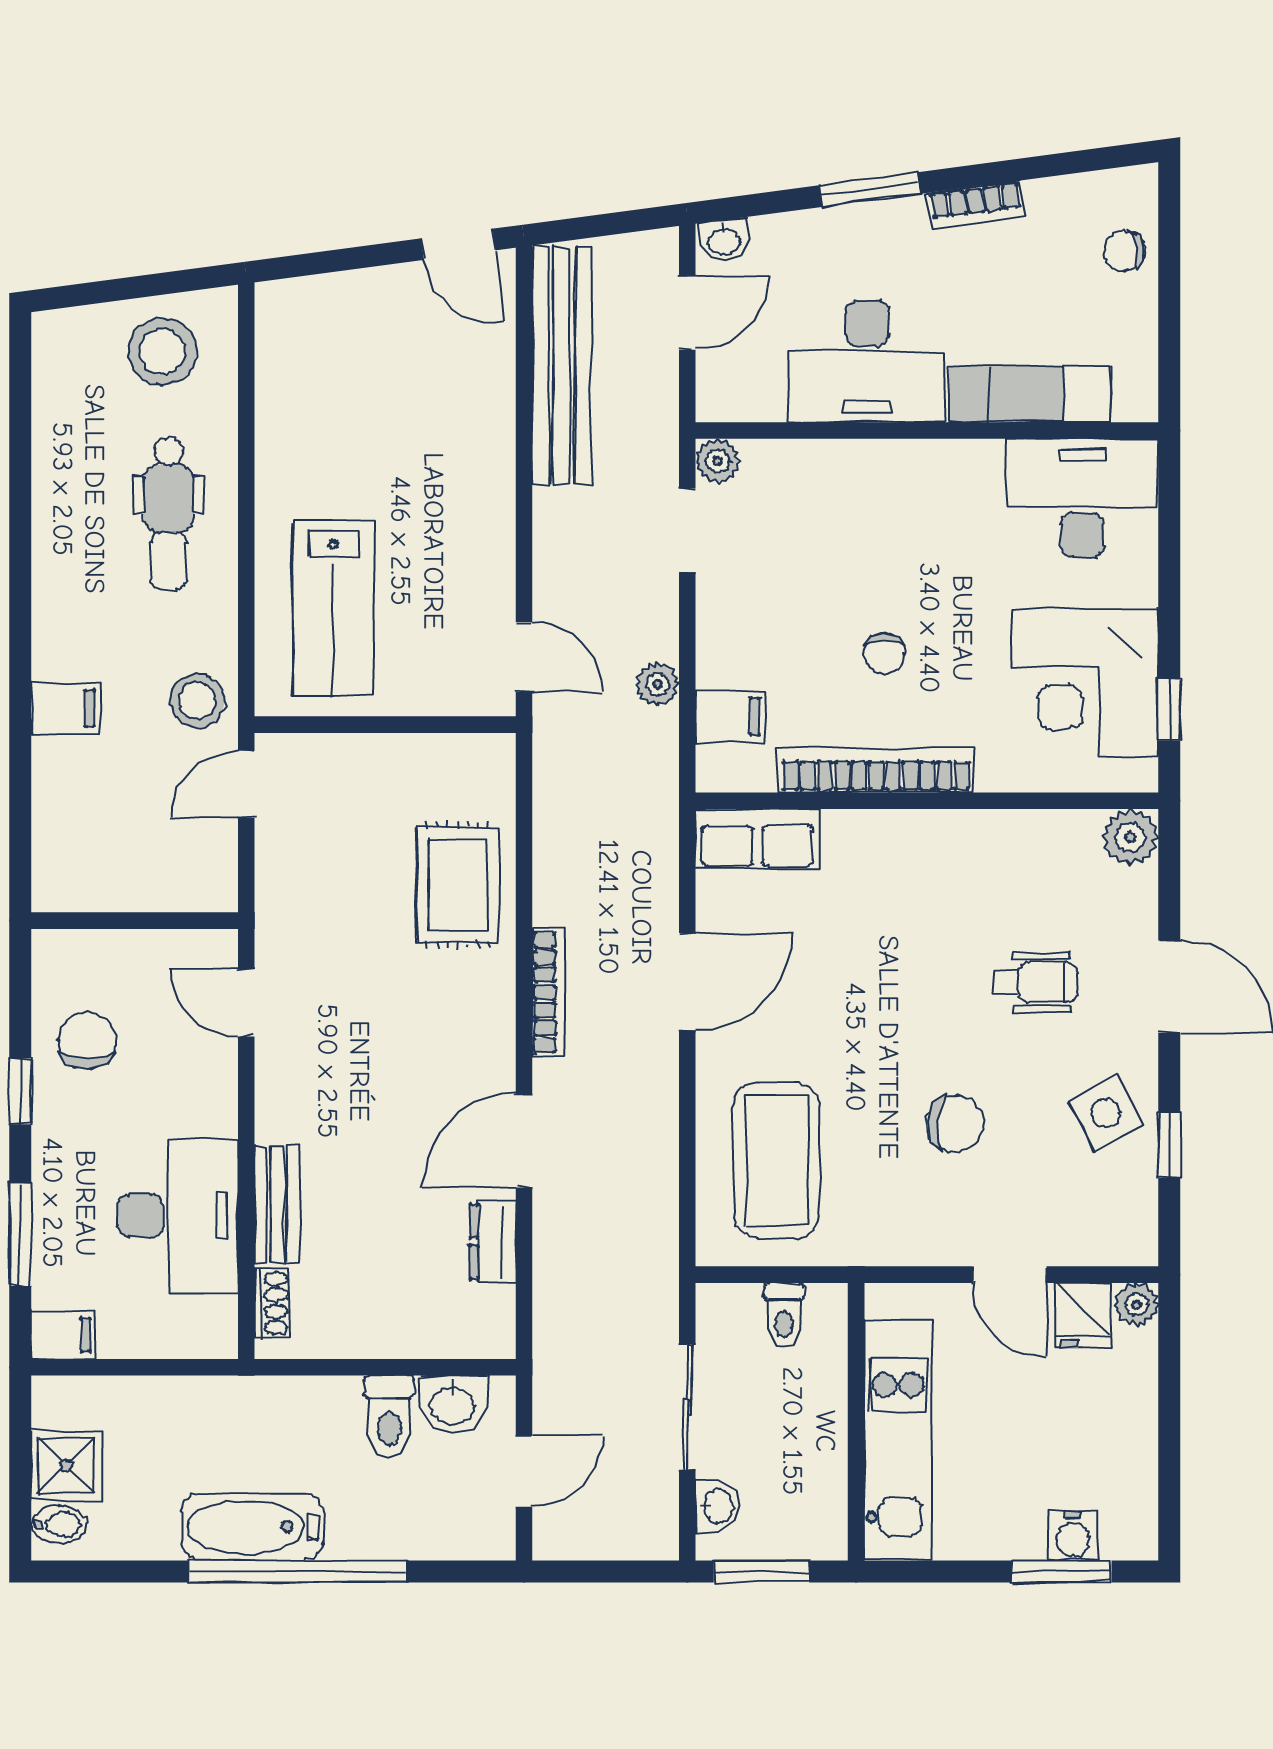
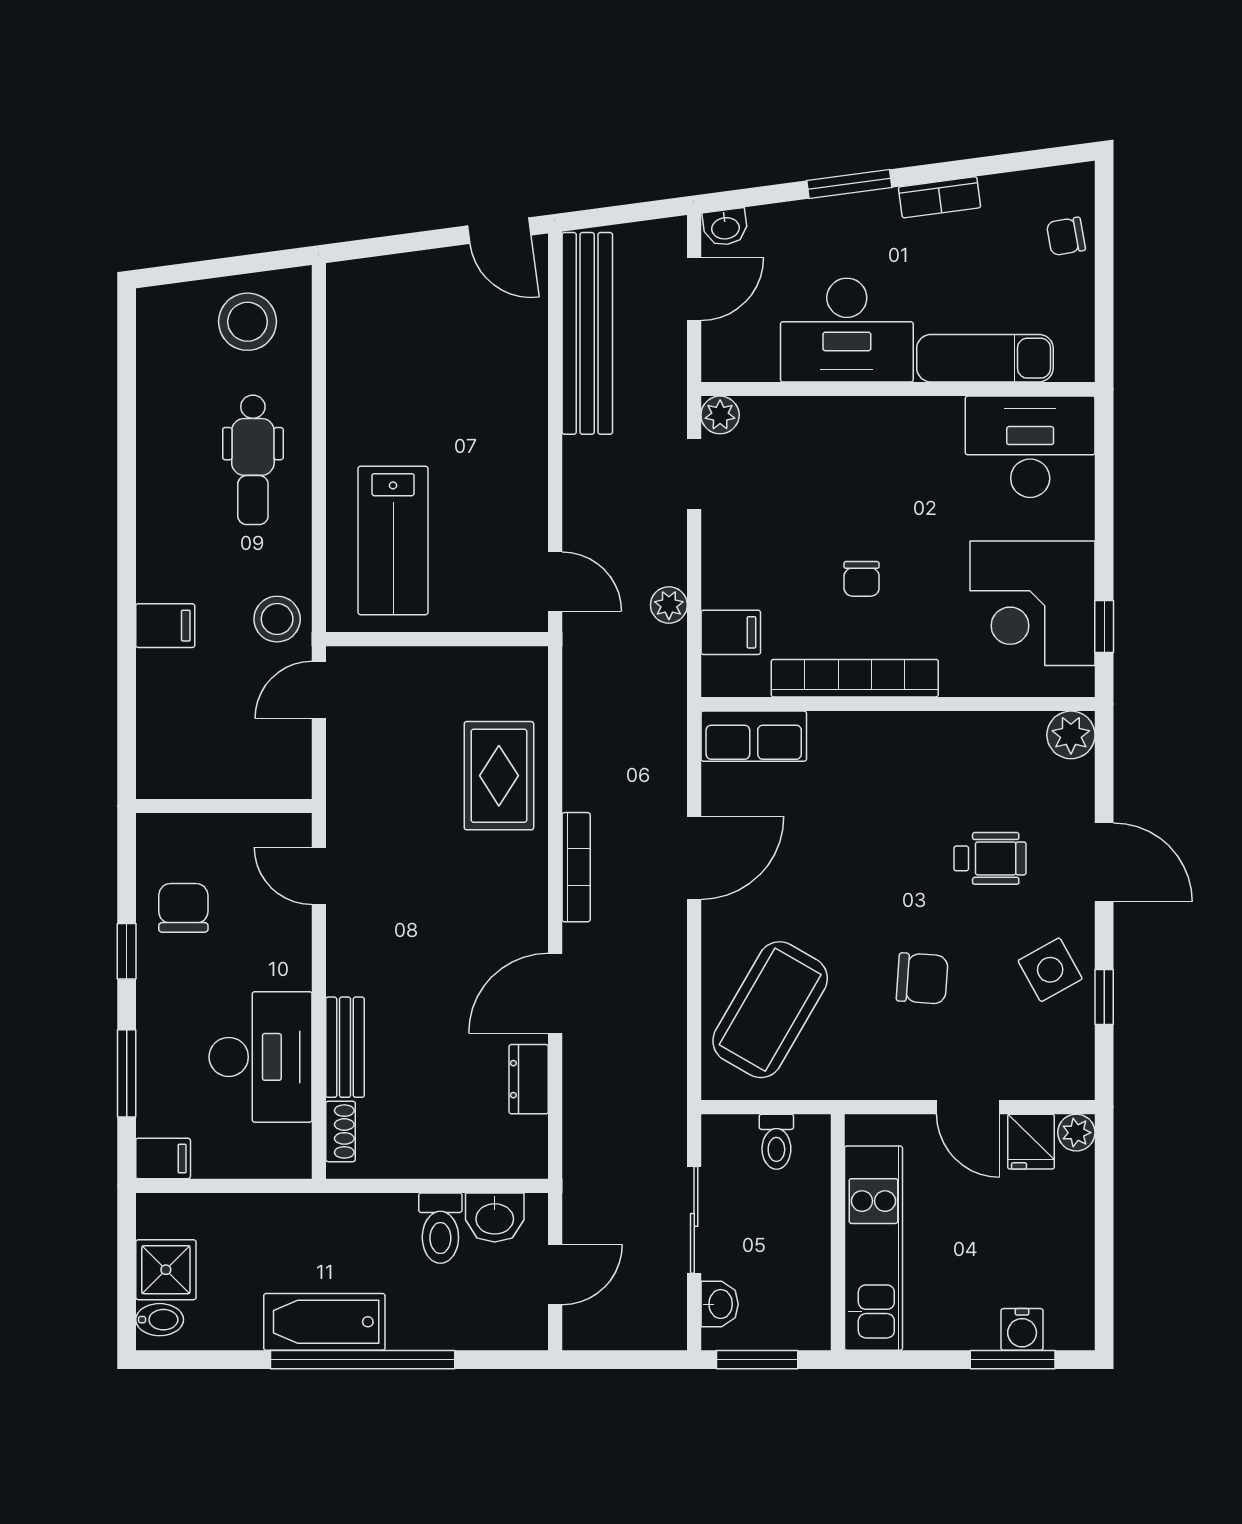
coffee table: (777, 1160) -> (770, 1010), turned 30

